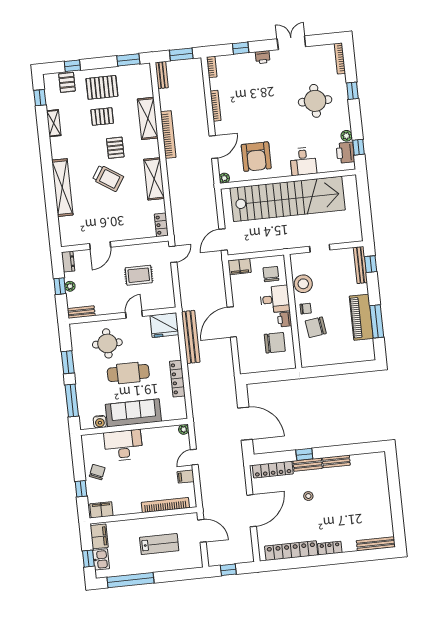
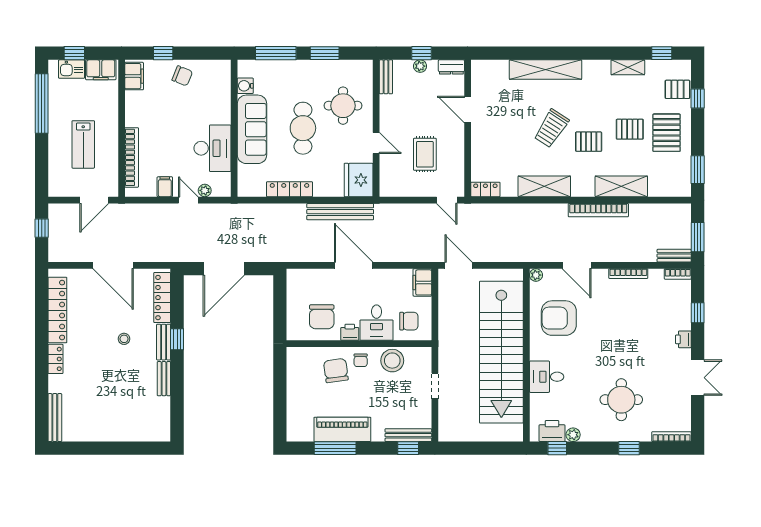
bench: (162, 75) -> (674, 256), moved
pallet: (102, 117) -> (630, 129), turned 90
plant: (184, 429) -> (205, 190), moved
desk: (123, 445) -> (213, 148), moved

